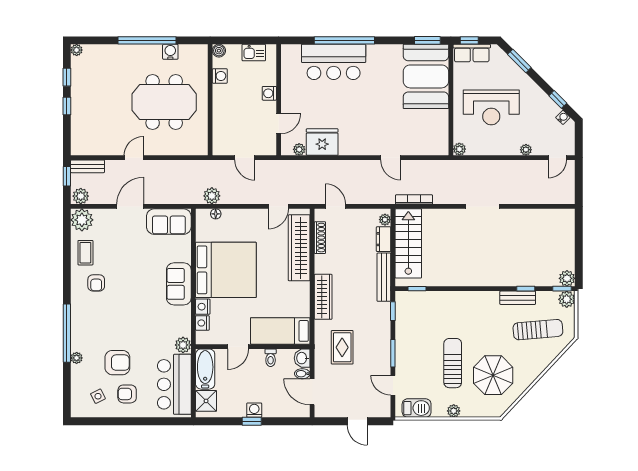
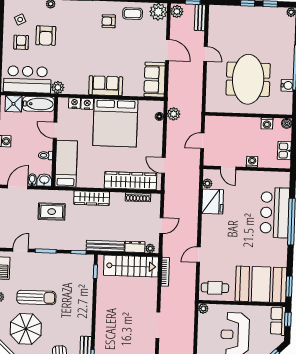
cafe table: (432, 135) -> (215, 288), added
door: (335, 206) -> (161, 226), moved

